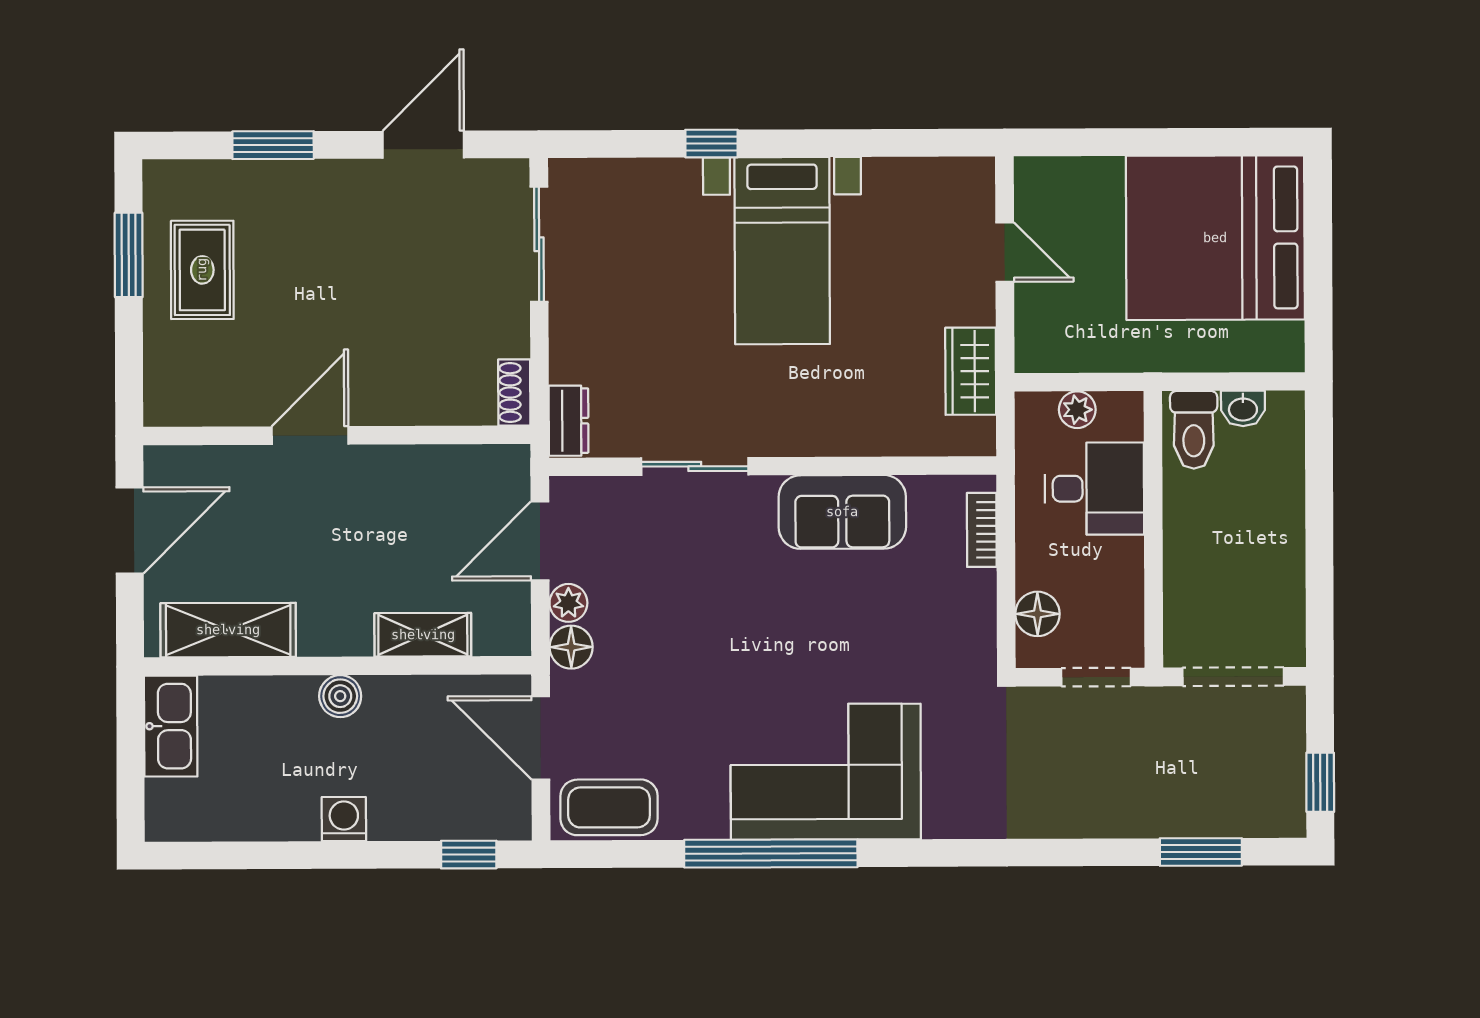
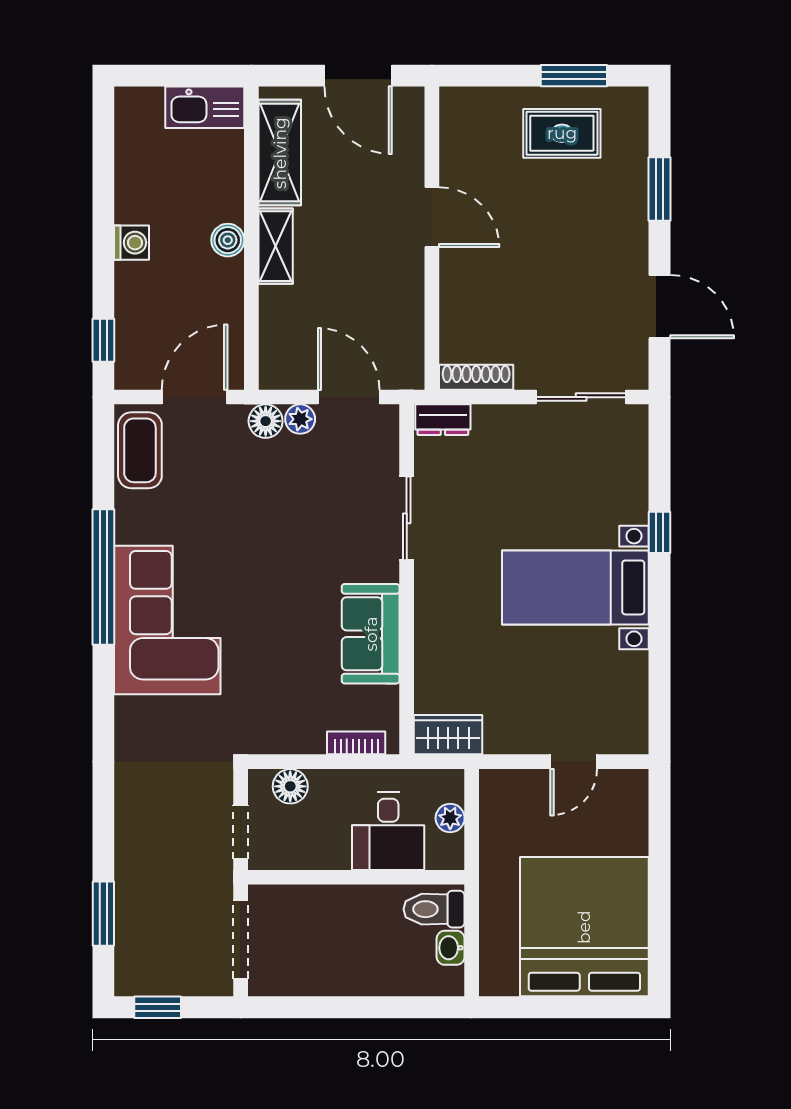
wardrobe: (971, 371) -> (448, 735), moved
shoe rack: (514, 392) -> (476, 377), width x1.43
shelving: (423, 635) -> (276, 246), moved

